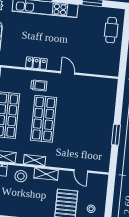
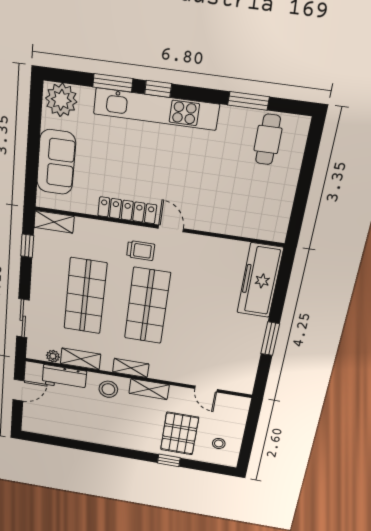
cafe table: (111, 30) -> (268, 140), moved
locker: (36, 63) -> (127, 210), width x1.53
door: (68, 73) -> (171, 228), moved
freezer: (107, 99) -> (260, 281), added

